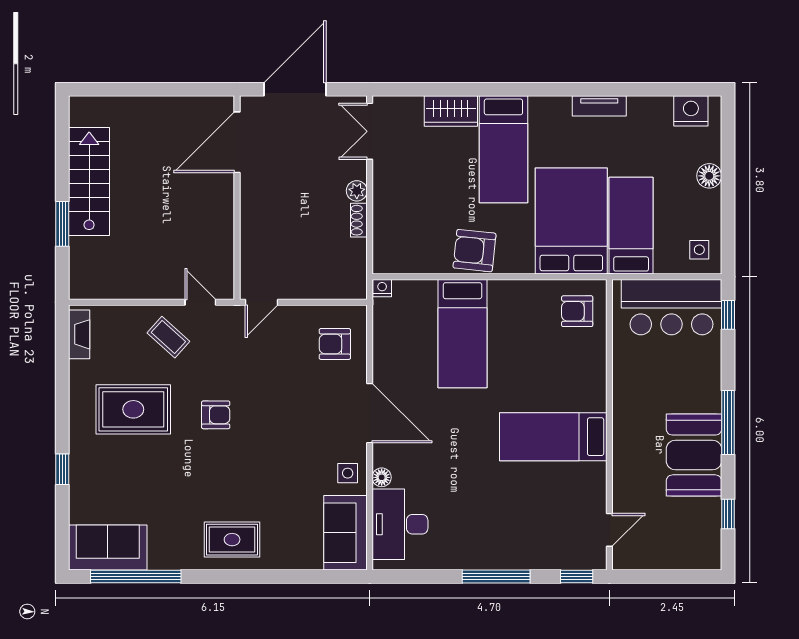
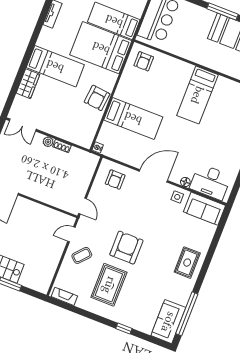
armchair: (216, 415) -> (126, 248), width x1.88, depth x1.88

